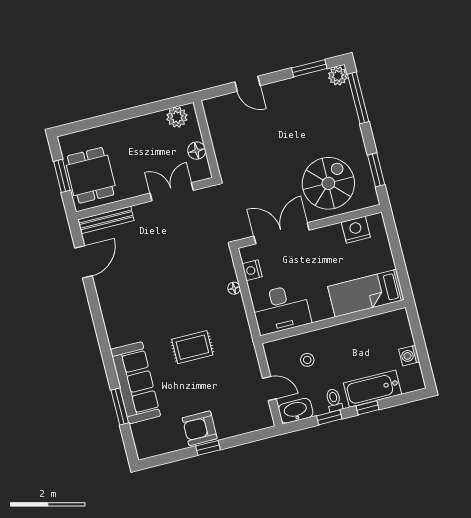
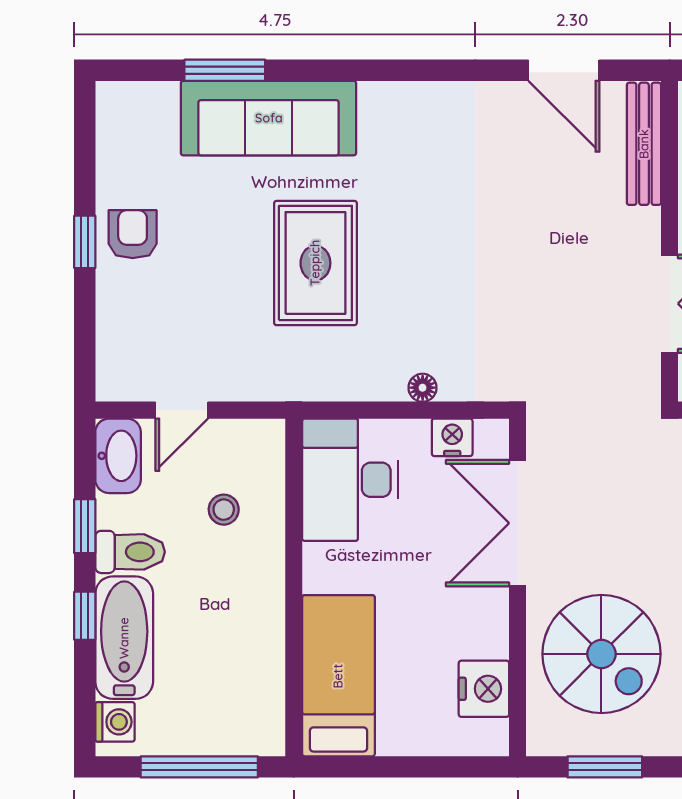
double door: (282, 233) -> (518, 523), swing flipped
window: (420, 343) -> (199, 767), added
rug: (192, 347) -> (315, 263), width x1.36, depth x1.43
washing machine: (409, 356) -> (115, 722), moved, turned 90
toilet: (334, 400) -> (130, 552), width x1.37, depth x1.39
armchair: (200, 428) -> (133, 234), width x0.72, depth x0.72

